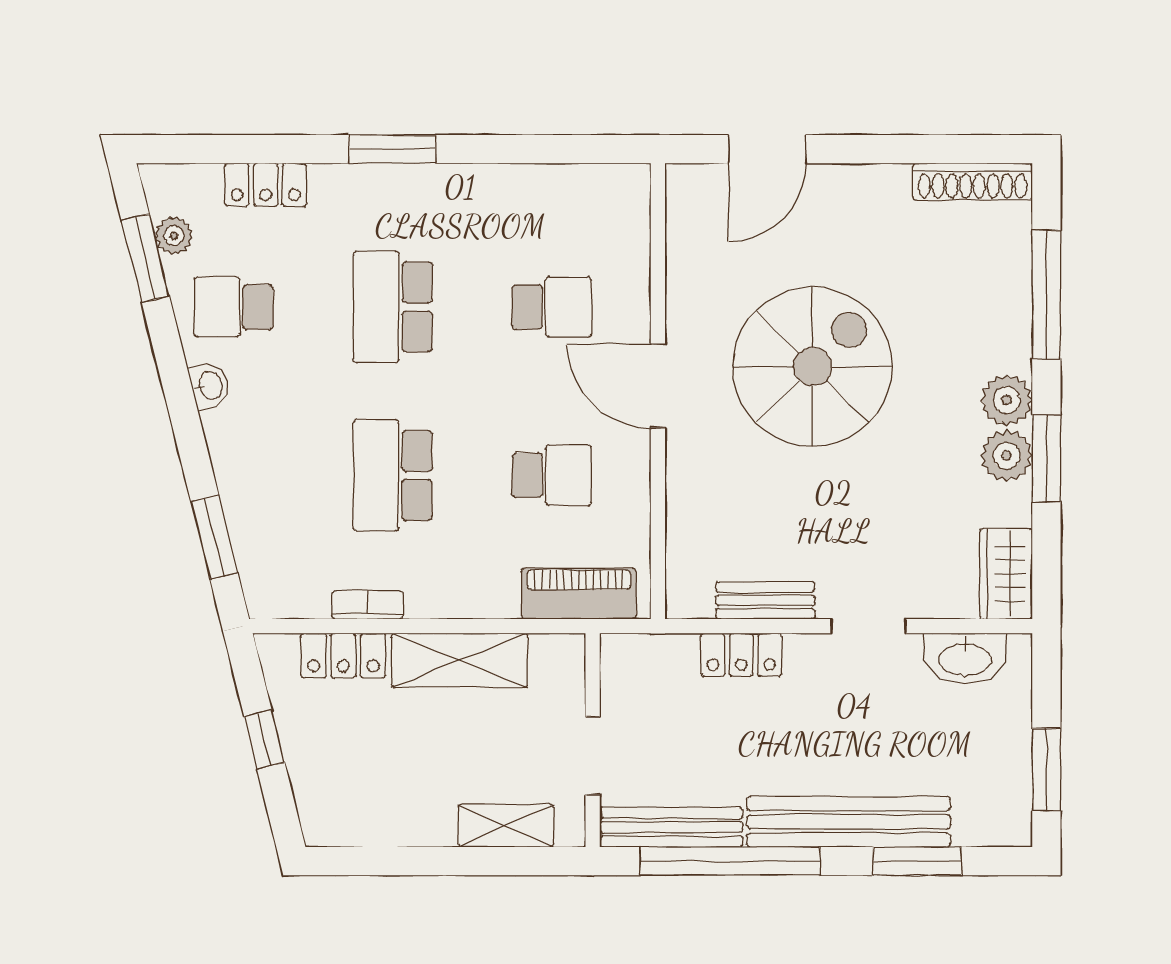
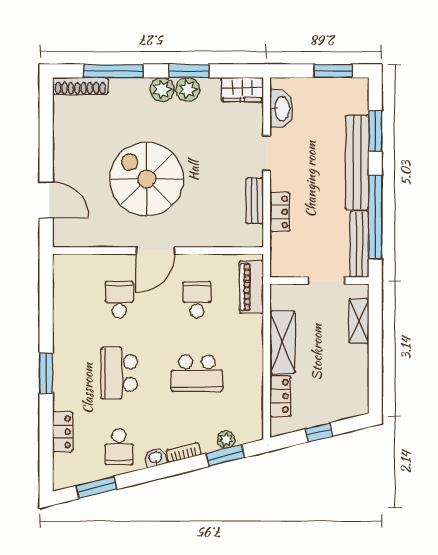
shoe rack: (972, 182) -> (80, 86), moved, turned 90
plant: (174, 236) -> (226, 440), moved
school desk: (393, 307) -> (119, 373), turned 90
bookcase: (368, 605) -> (183, 452), moved, turned 76

